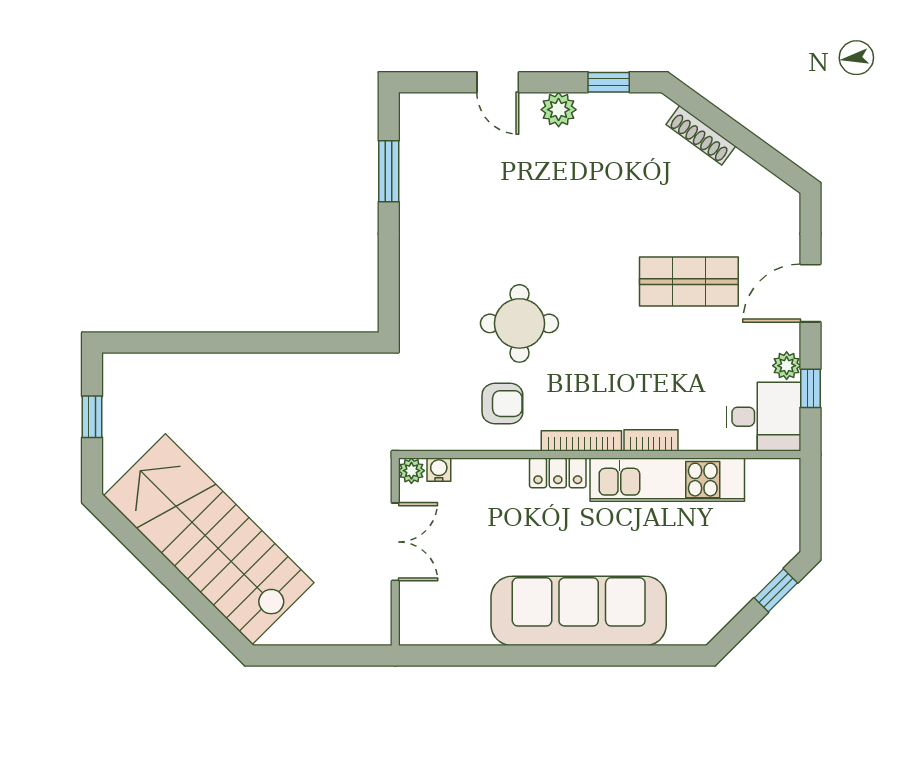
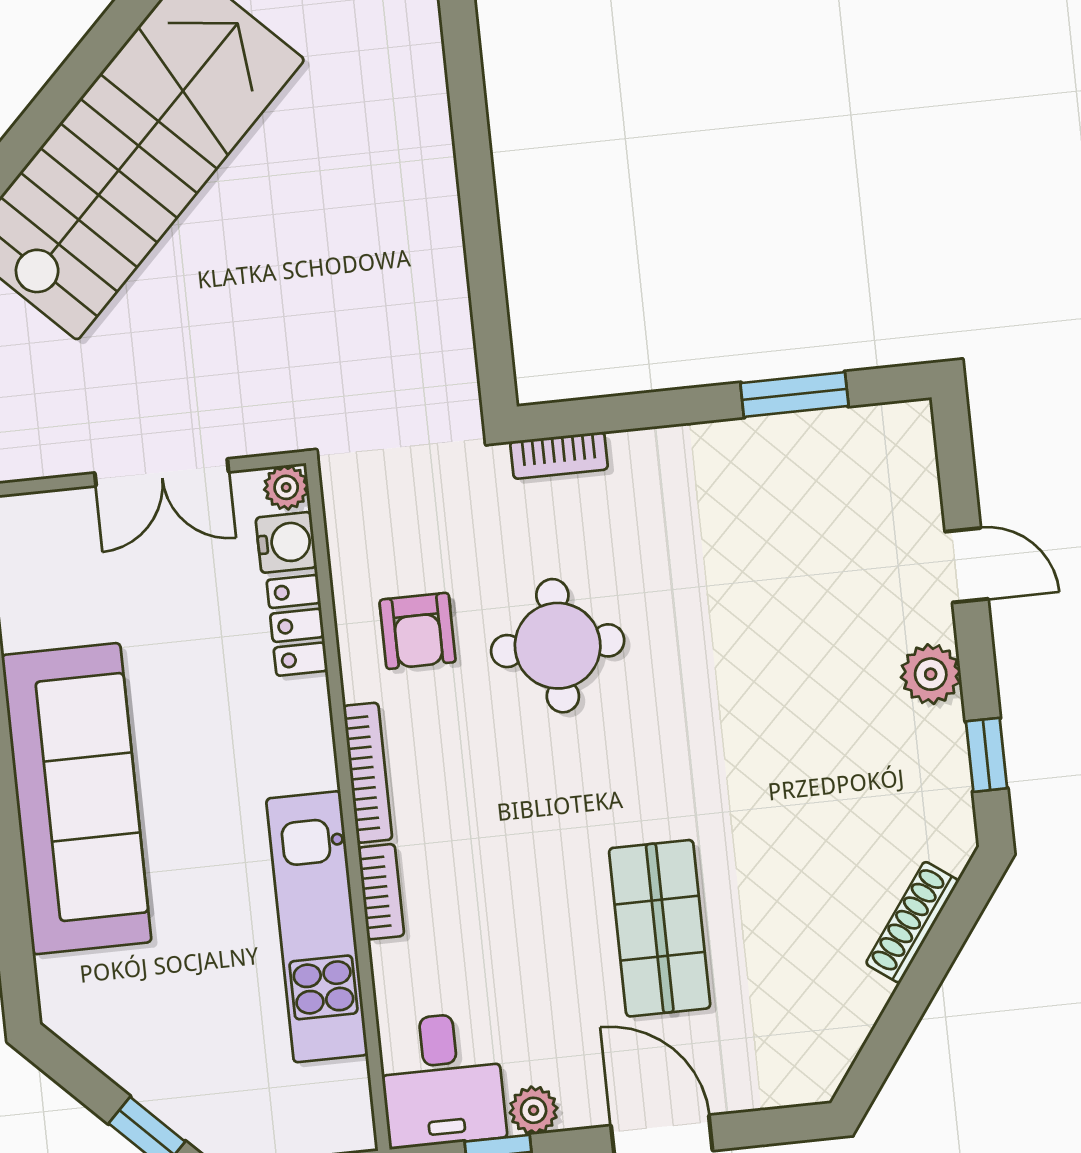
door: (498, 82) -> (967, 565), swing flipped
bookcase: (410, 311) -> (559, 455), added
water cooler: (439, 470) -> (286, 542), width x1.38, depth x1.38
locker: (558, 473) -> (297, 625), moved

